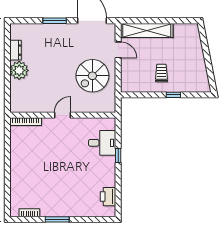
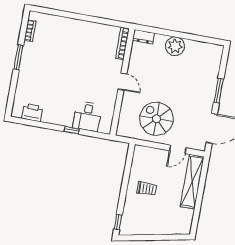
dresser: (16, 50) -> (143, 37), moved
window: (173, 95) -> (118, 222), moved

